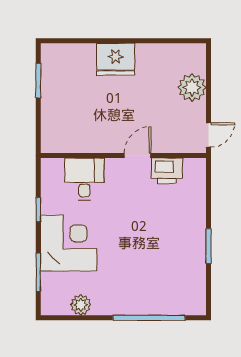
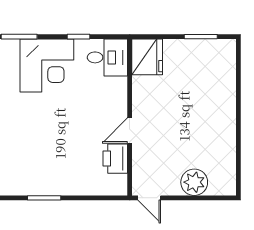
fridge: (116, 59) -> (147, 57), moved, turned 180
door: (138, 156) -> (130, 131), swing flipped
desk: (84, 179) -> (107, 57), moved

